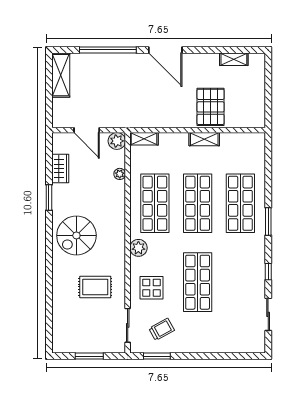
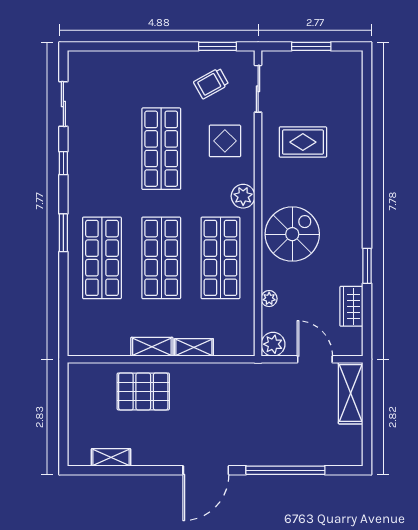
door: (165, 50) -> (206, 470), swing flipped
shelving: (61, 75) -> (351, 393), moved
pallet: (211, 107) -> (143, 391), turned 90
shelving: (144, 139) -> (194, 347), moved
spiral stairs: (76, 235) -> (292, 234), moved

